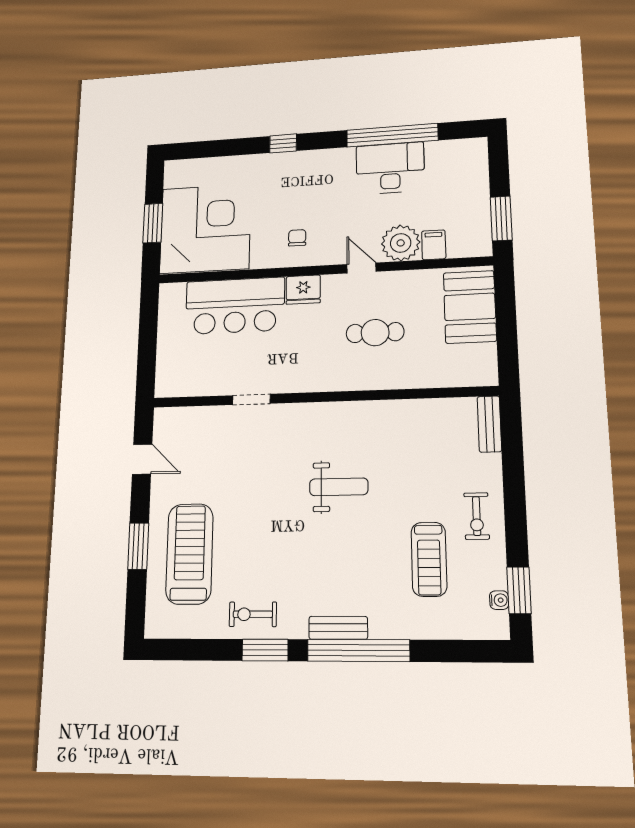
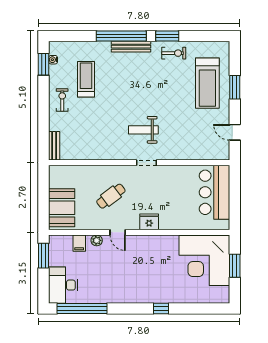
window: (392, 135) -> (82, 309), moved
desk: (390, 168) -> (63, 285), moved, turned 90
chair: (297, 238) -> (153, 252), removed
plant: (401, 243) -> (97, 240), width x0.53, depth x0.53
bar counter: (235, 306) -> (214, 192), moved, turned -90
cafe table: (375, 333) -> (111, 196), turned -37
doorway: (251, 399) -> (146, 163), moved
weight bench: (339, 487) -> (143, 130), moved
bench: (338, 628) -> (131, 47), width x1.36

